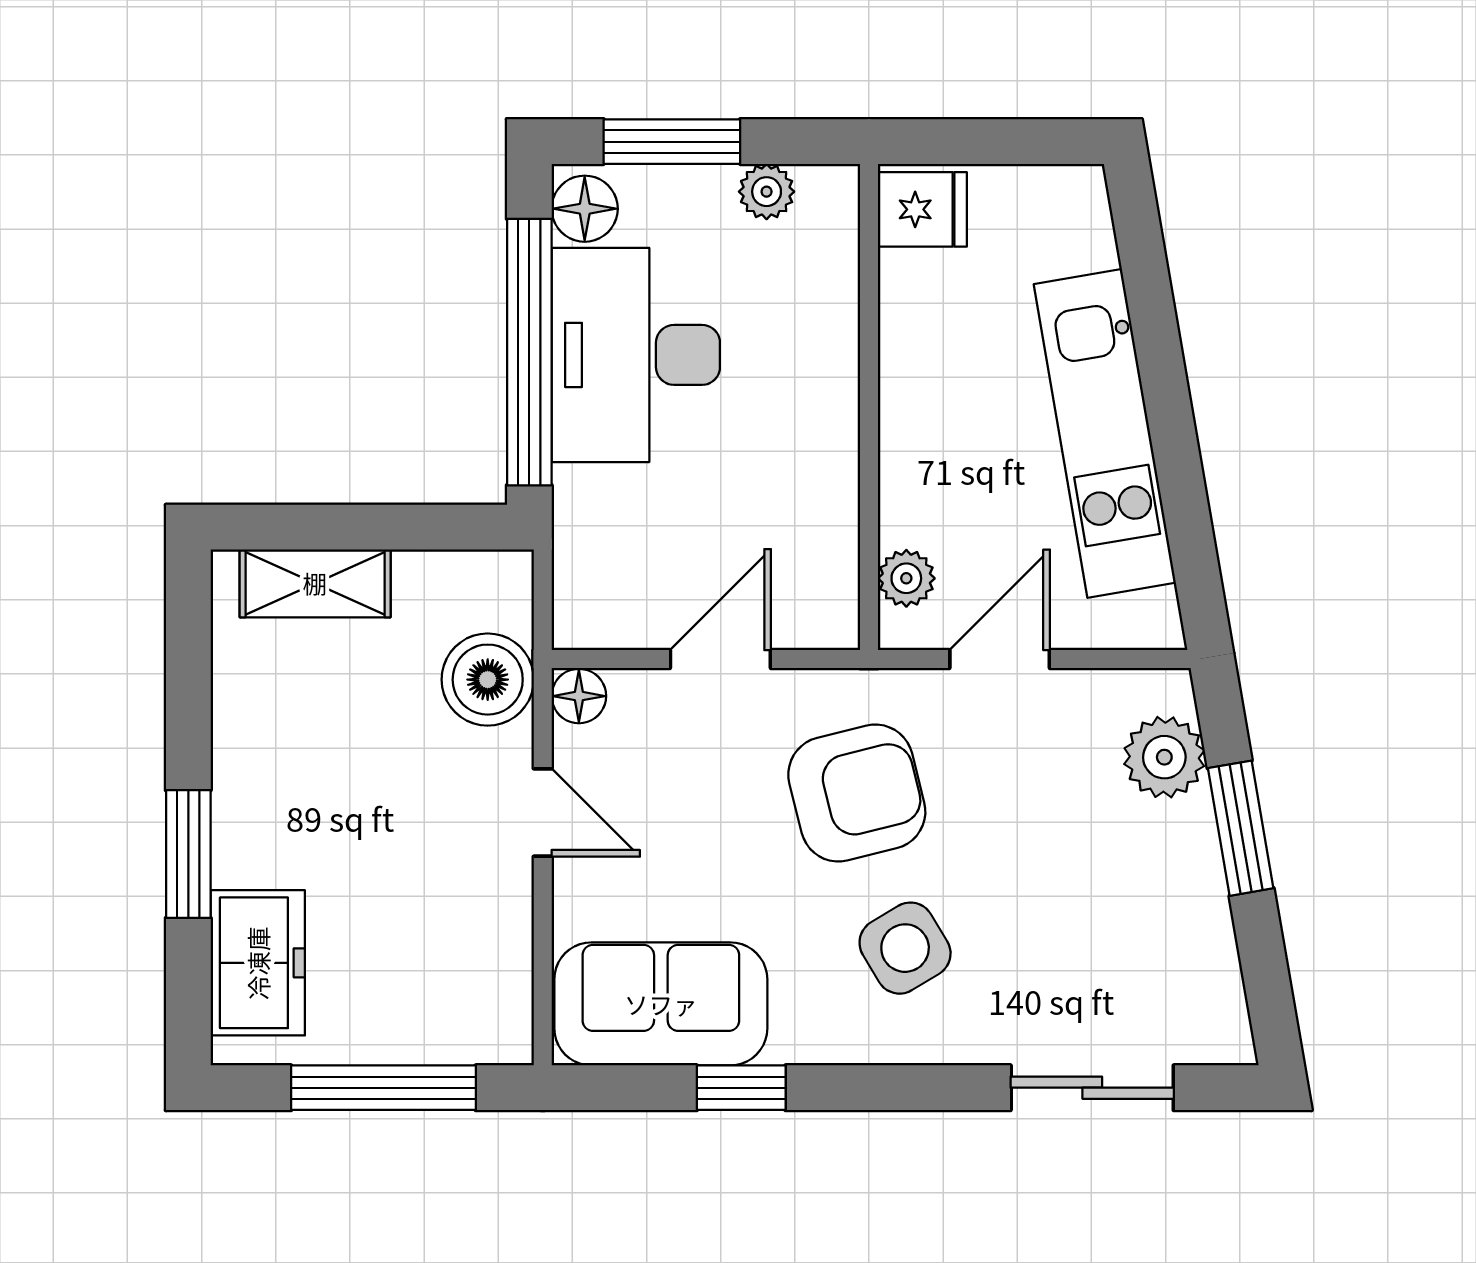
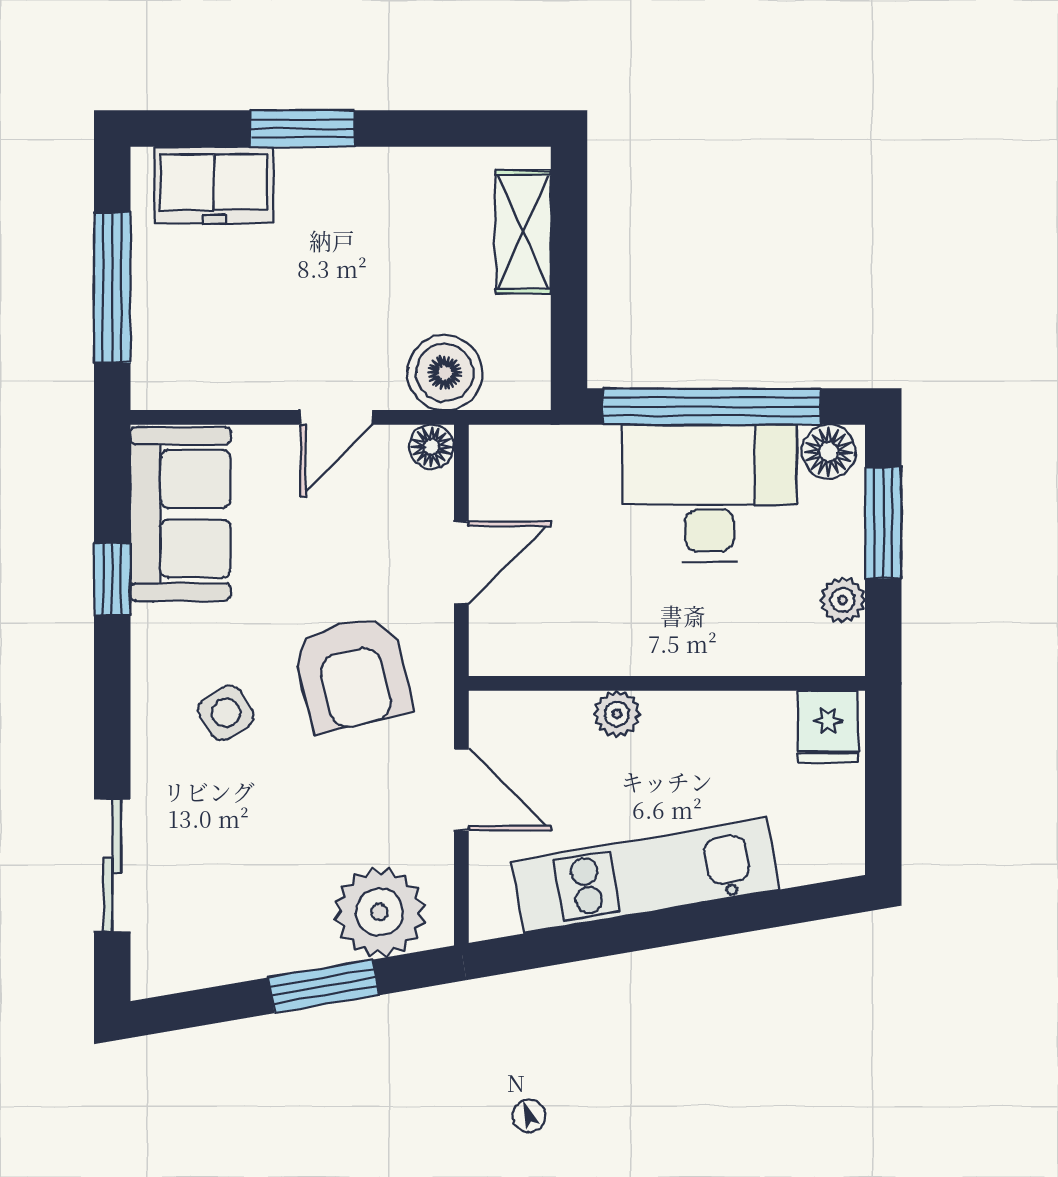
plant: (906, 578) -> (617, 714), moved
door: (720, 659) -> (461, 562), hinge flipped
plant: (1164, 757) -> (379, 912), width x1.36, depth x1.36
side table: (905, 948) -> (226, 713), width x0.73, depth x0.73

